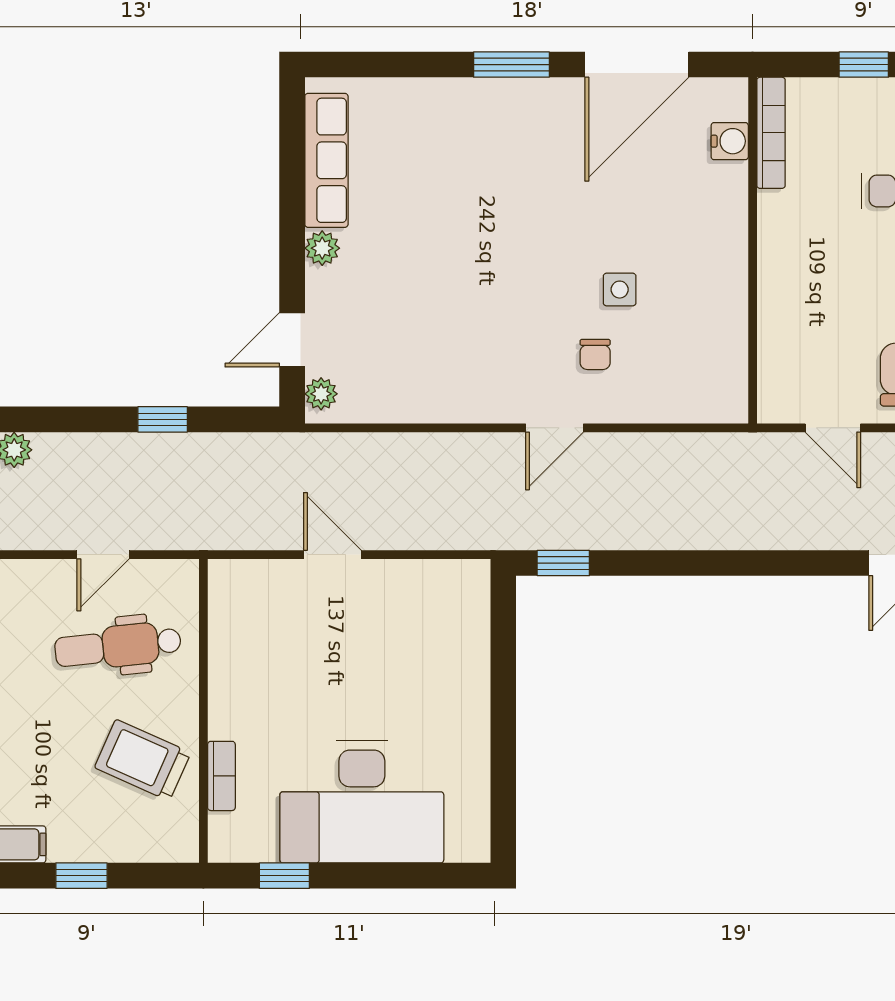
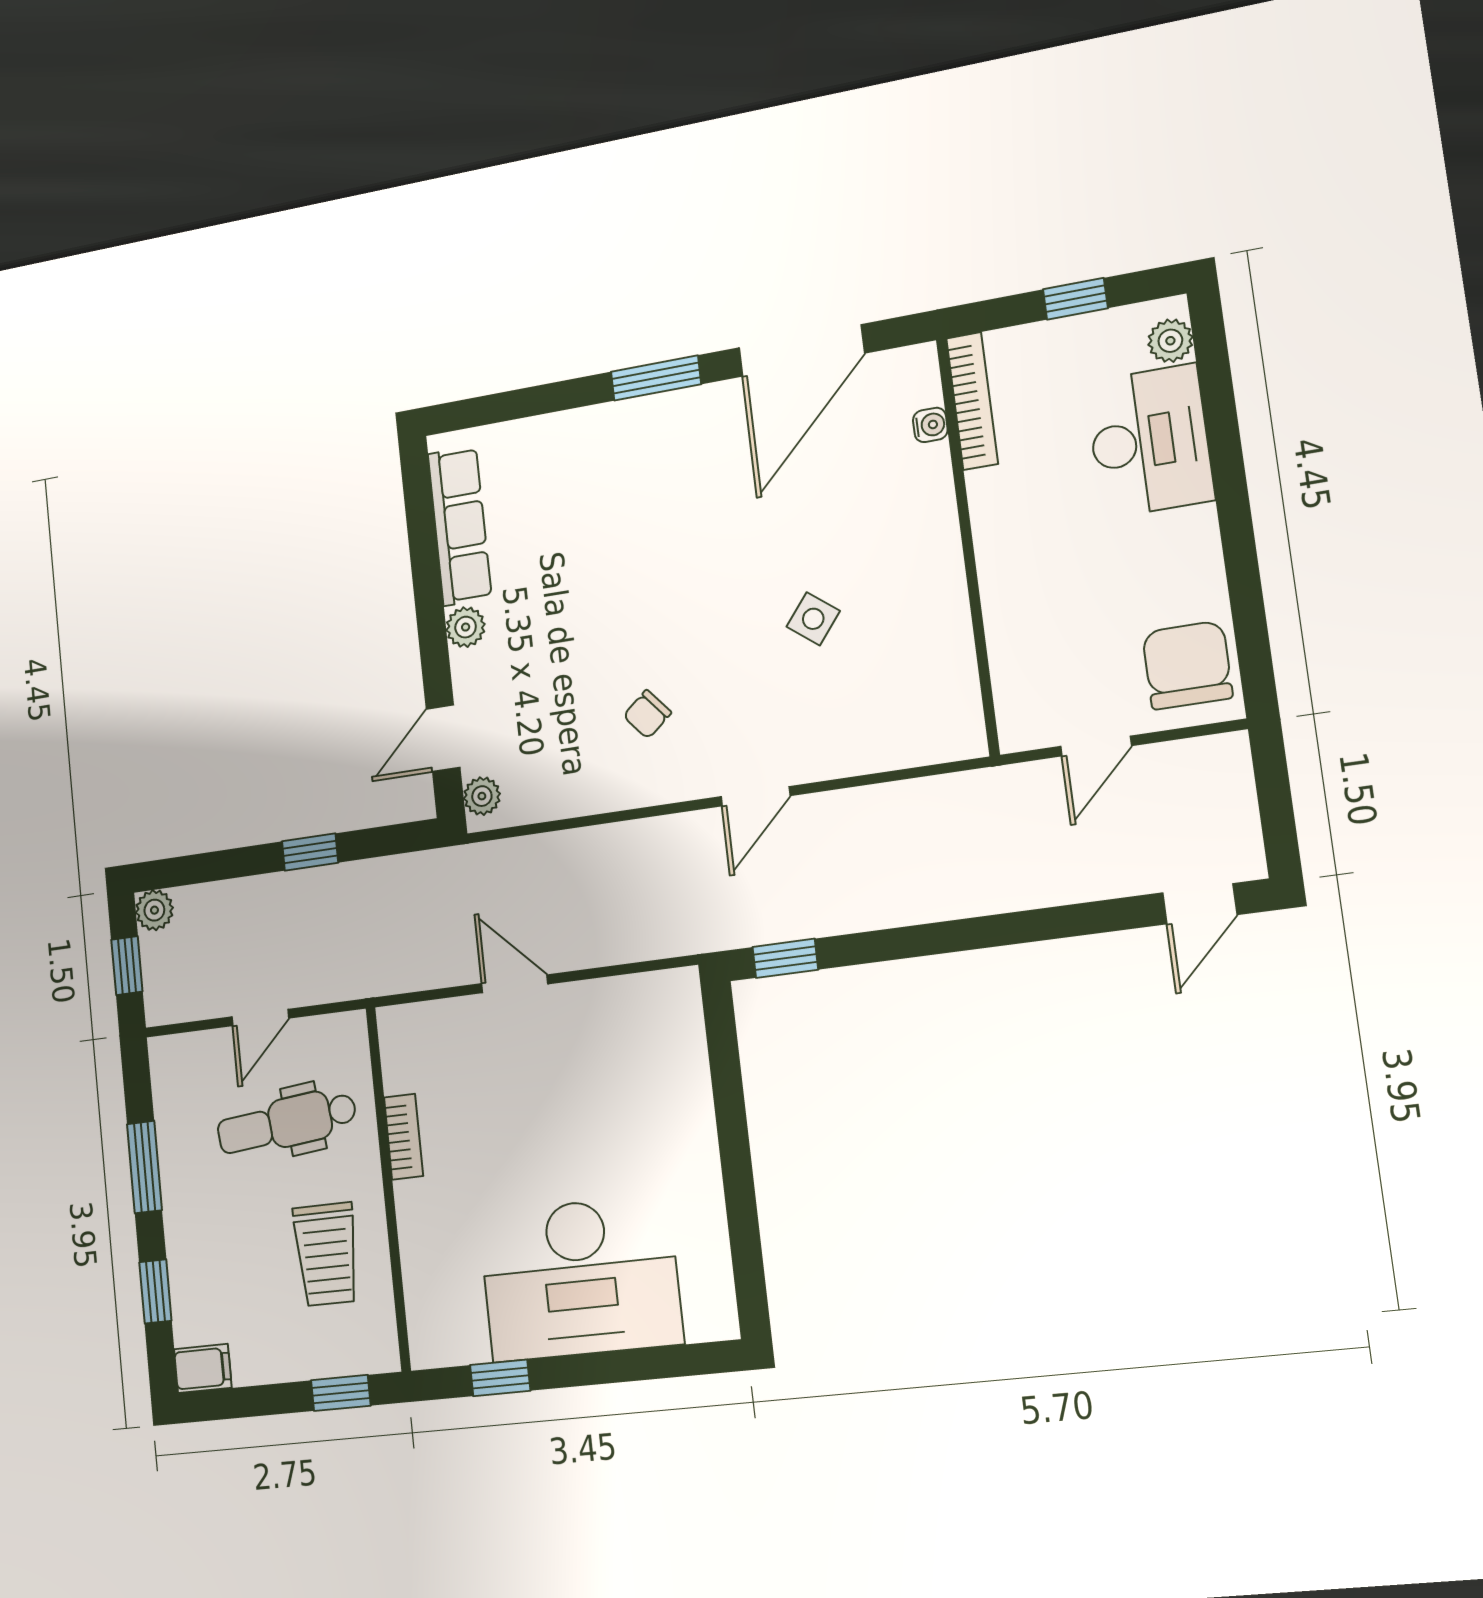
water cooler: (730, 141) -> (930, 425), width x0.72, depth x0.72
side table: (620, 290) -> (813, 619), turned 38
chair: (595, 354) -> (647, 714), moved, turned 50
door: (833, 428) -> (1096, 746), hinge flipped
trolley: (143, 760) -> (326, 1254), turned -114
bookcase: (221, 776) -> (404, 1137), moved
window: (82, 876) -> (341, 1393), moved

